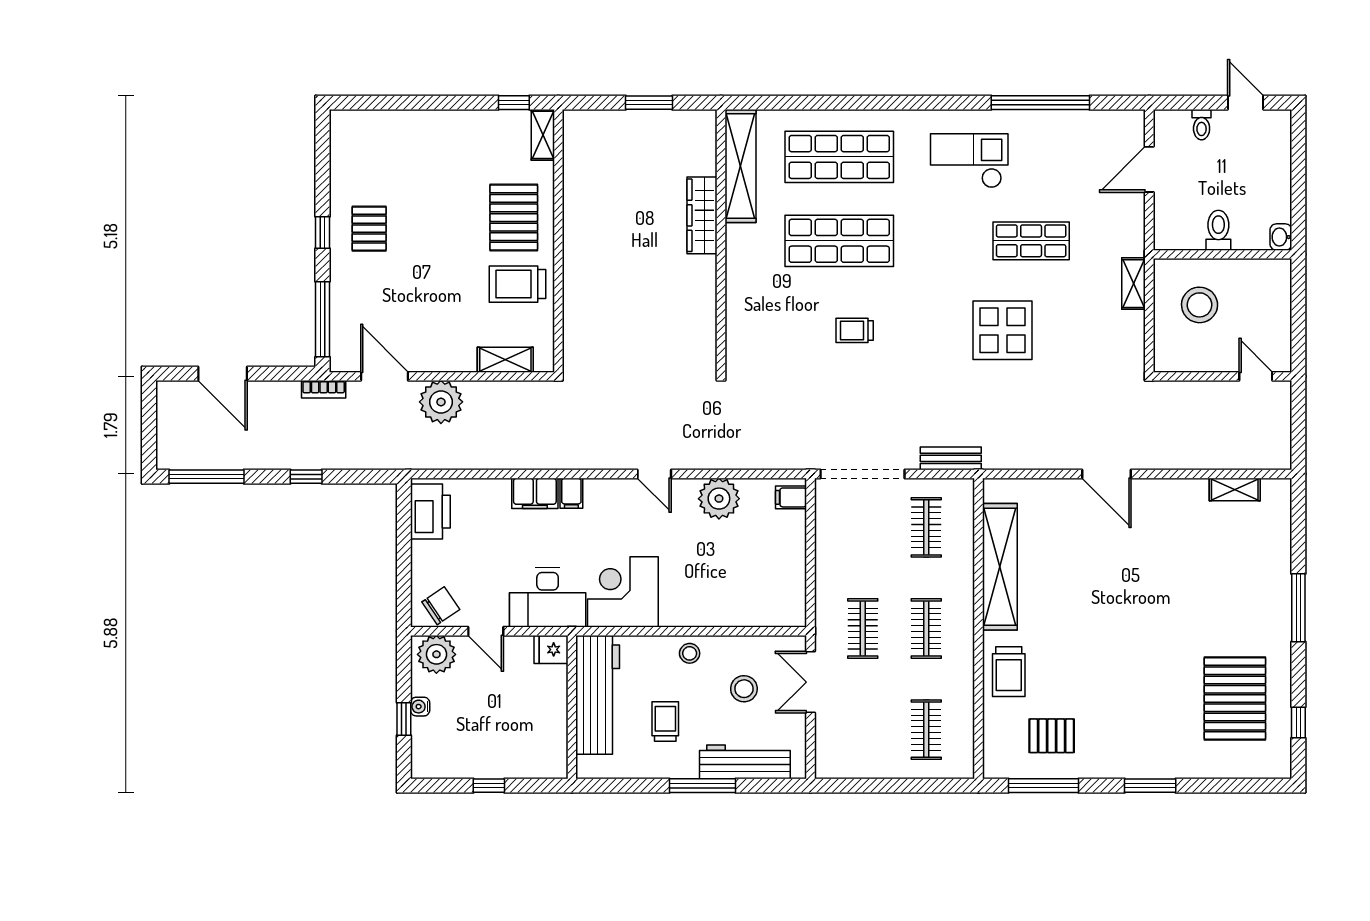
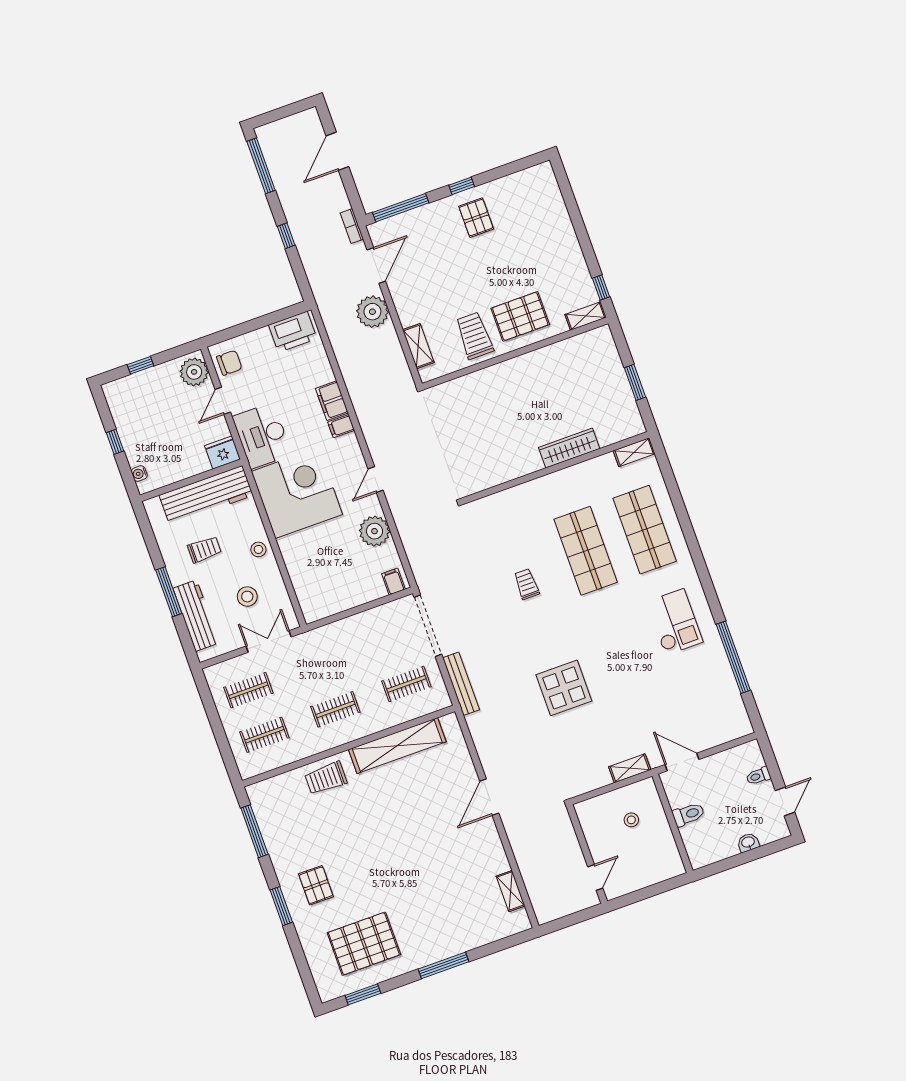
shelving: (741, 166) -> (634, 452), width x0.45, depth x0.75
door: (1149, 169) -> (682, 762), moved
pallet: (369, 229) -> (476, 218), turned 90
washbasin: (1281, 237) -> (748, 842), moved
shop shelf: (1031, 241) -> (634, 685), removed
stool: (1200, 305) -> (631, 820), width x0.53, depth x0.53
bench: (951, 458) -> (461, 684), width x1.36
corner desk: (623, 592) -> (297, 493), width x1.36, depth x1.36
chair: (441, 606) -> (229, 363), turned -56
clothes rail: (863, 628) -> (248, 690), moved
fridge: (551, 649) -> (222, 452), width x1.38
water cooler: (420, 707) -> (139, 473), moved, turned -90
window: (1298, 723) -> (363, 994), width x1.50
pallet: (1052, 736) -> (316, 885), moved

